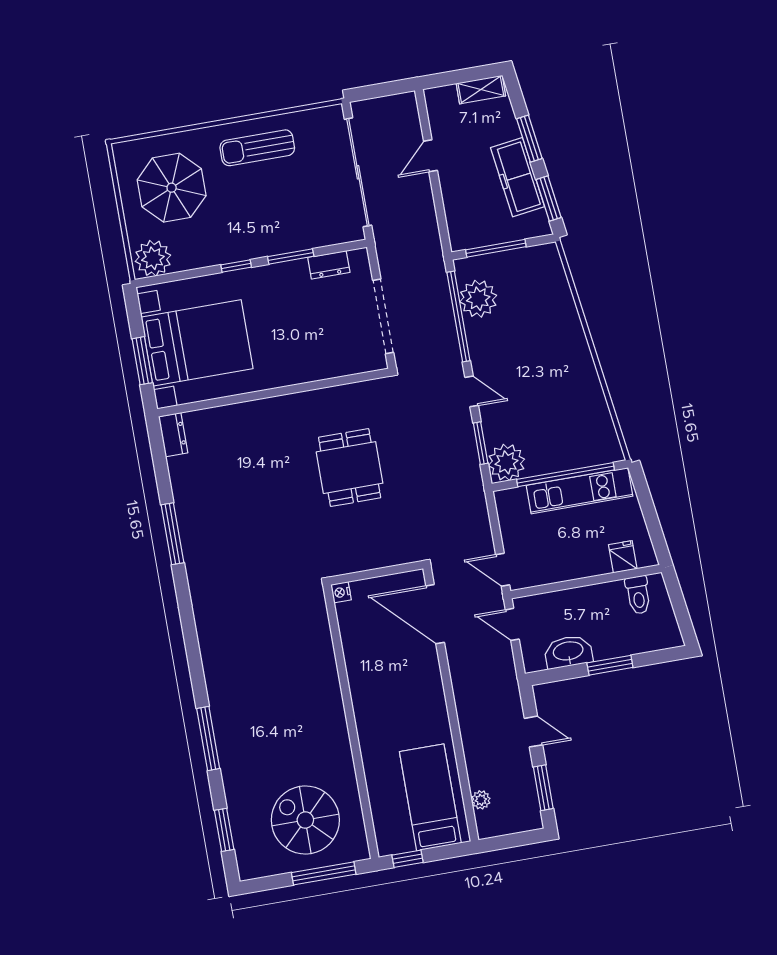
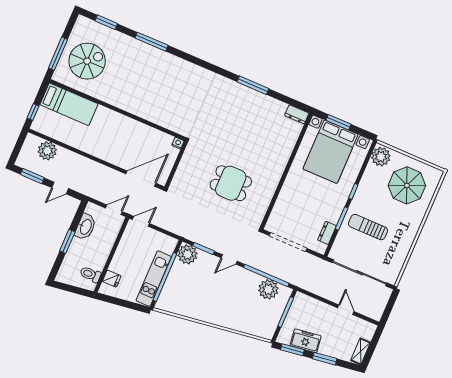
sun lounger: (257, 148) -> (368, 227), moved, turned -90
freezer: (518, 177) -> (306, 341), width x0.71
bed: (430, 797) -> (69, 104), moved
plant: (481, 800) -> (47, 151), width x1.88, depth x1.88
window: (407, 859) -> (33, 112), moved

